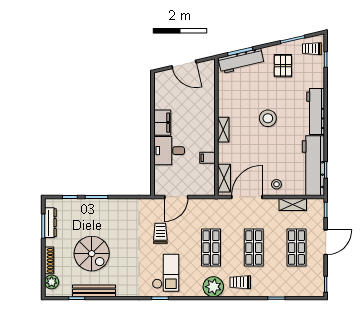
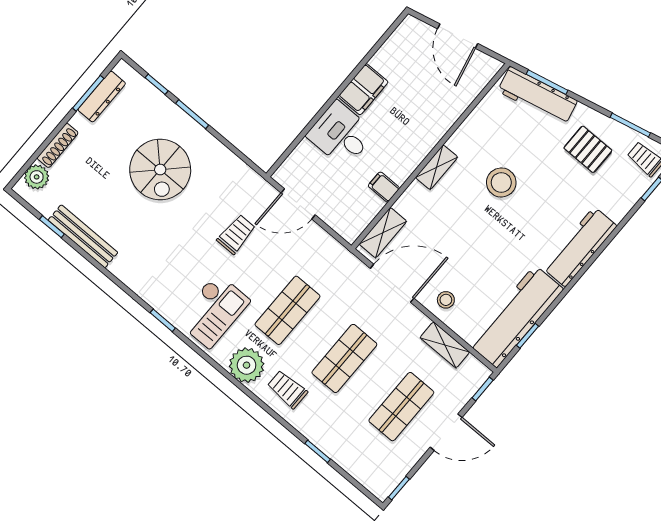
pallet: (283, 66) -> (588, 149), turned 90
stool: (268, 118) -> (501, 182), moved
spiral stairs: (92, 254) -> (160, 170), moved
checkout: (166, 273) -> (213, 311), moved

